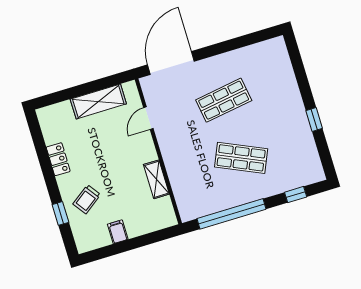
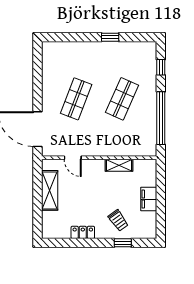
shop shelf: (224, 100) -> (76, 99), turned 30
filing cabinet: (118, 232) -> (149, 199), width x2.00

